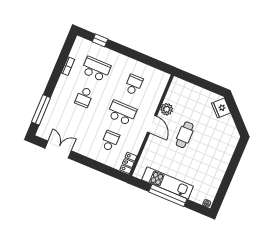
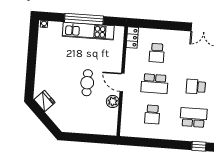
school desk: (96, 69) -> (193, 117), turned 180
school desk: (84, 97) -> (196, 87), turned -90
fridge: (221, 108) -> (45, 101), moved

